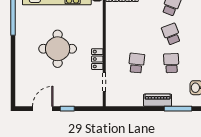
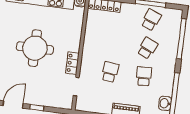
school desk: (171, 34) -> (147, 48), turned 45

